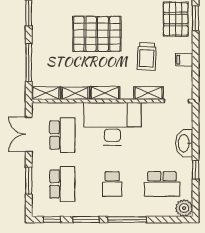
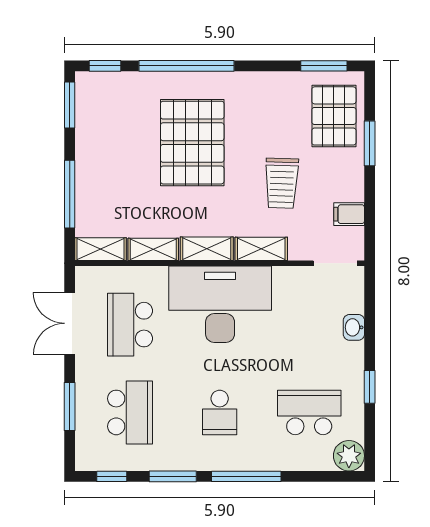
window: (196, 18) -> (370, 143), moved
pallet: (97, 34) -> (192, 143), turned 90
filing cabinet: (184, 60) -> (349, 214), moved
shelving: (149, 93) -> (261, 249), moved
school desk: (62, 135) -> (130, 325), turned 180
washbasin: (184, 143) -> (354, 327), width x0.52, depth x0.69
school desk: (162, 184) -> (309, 412), turned 180

